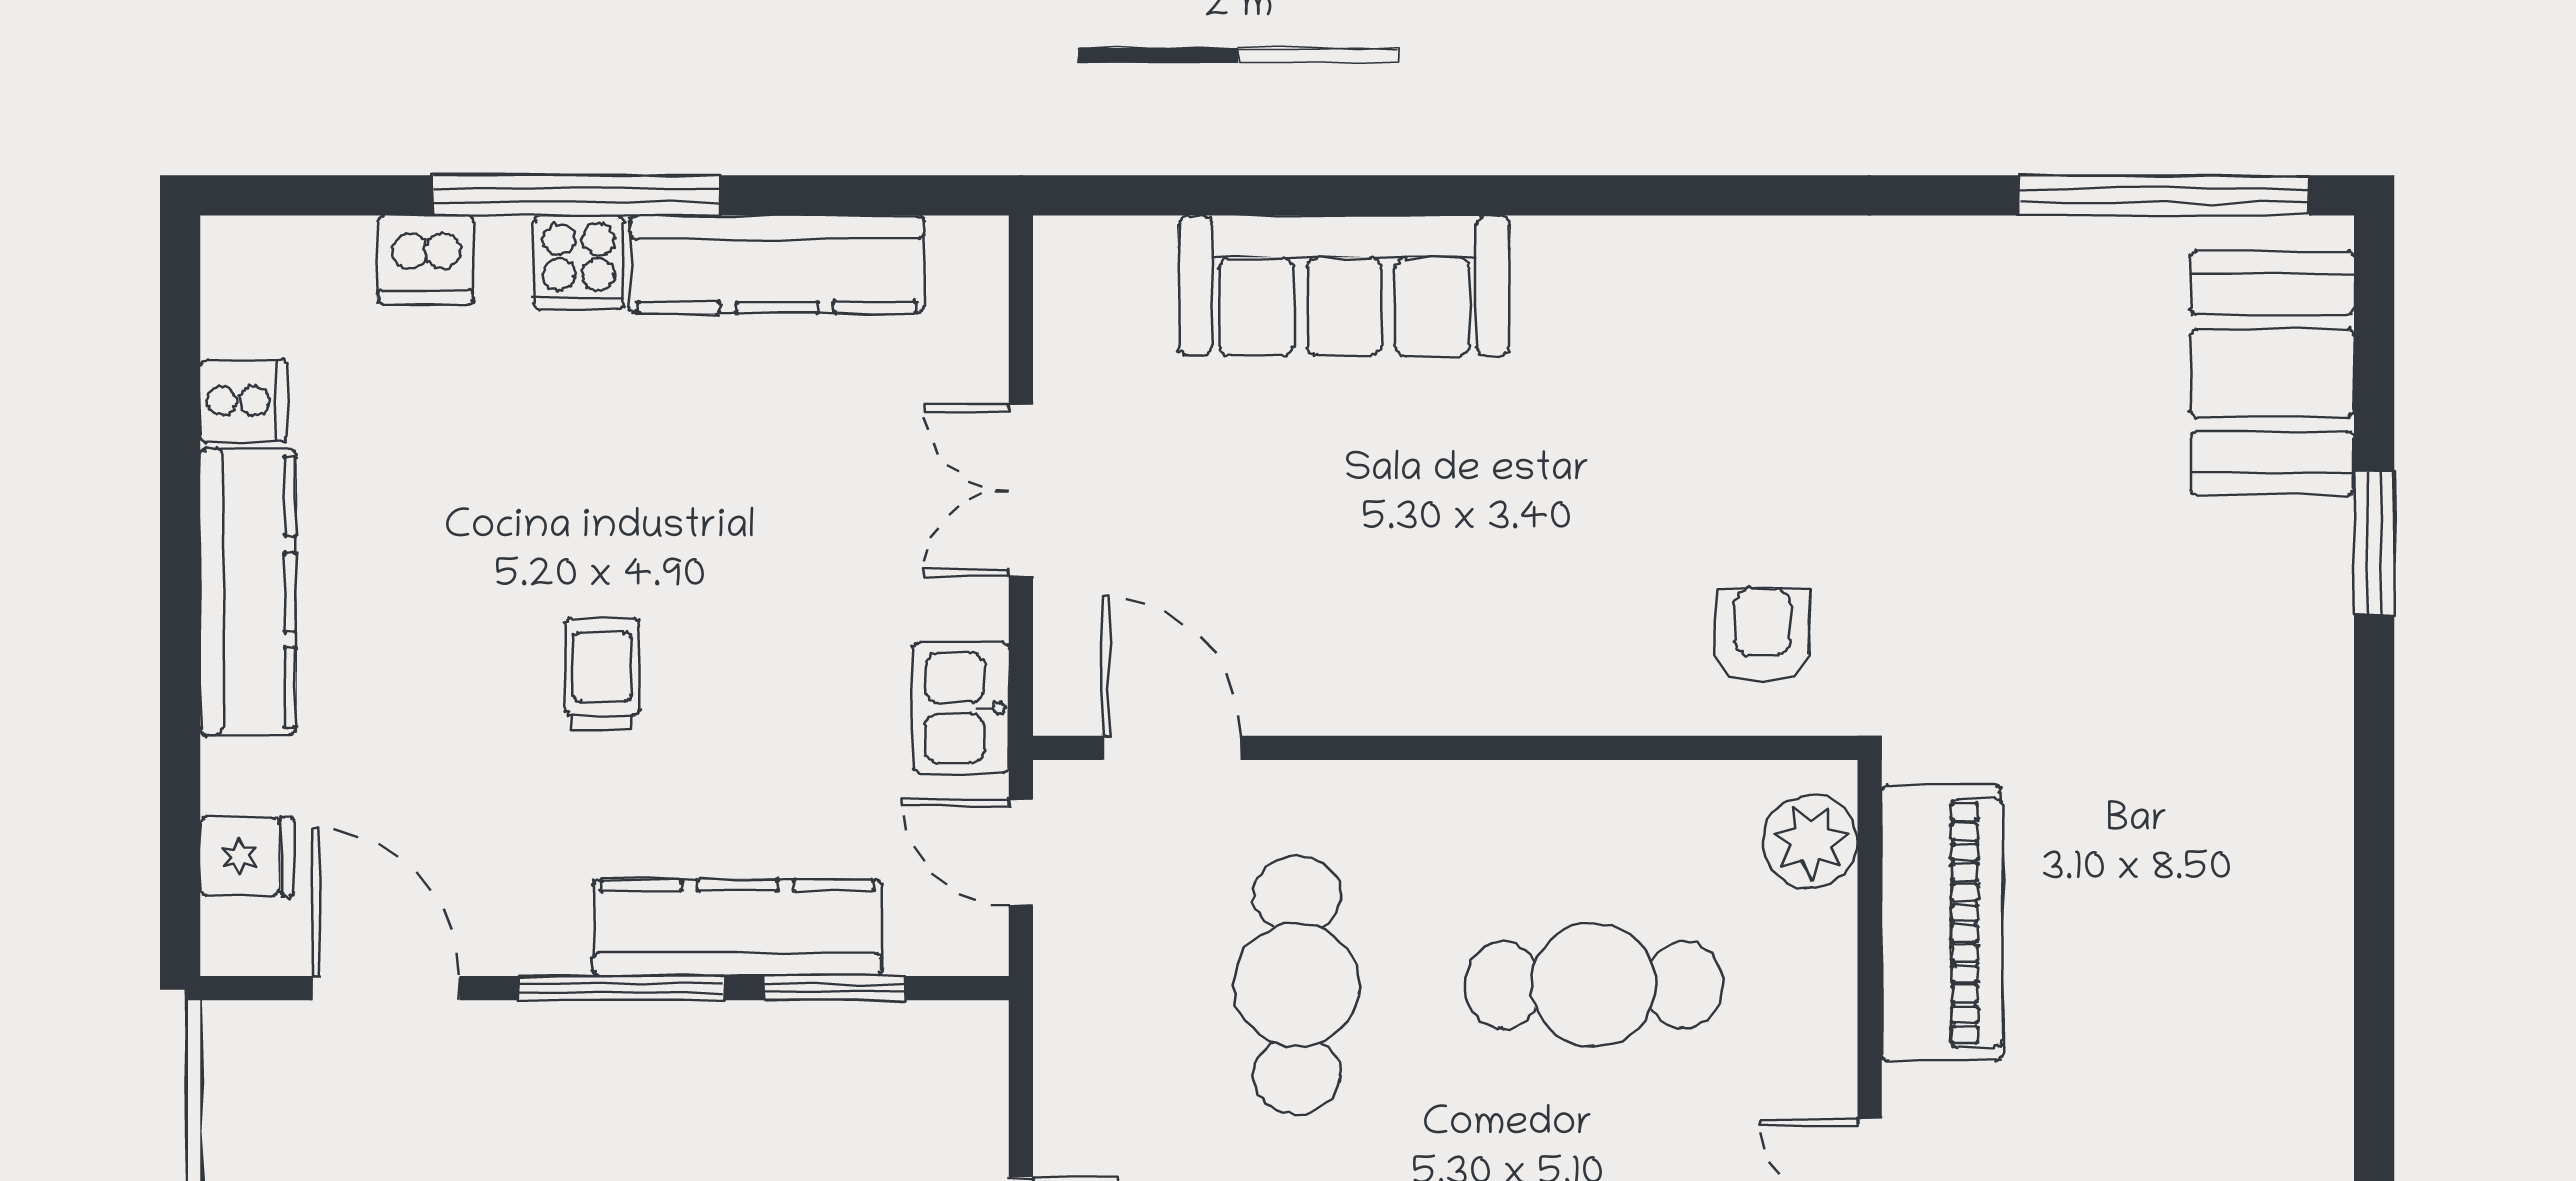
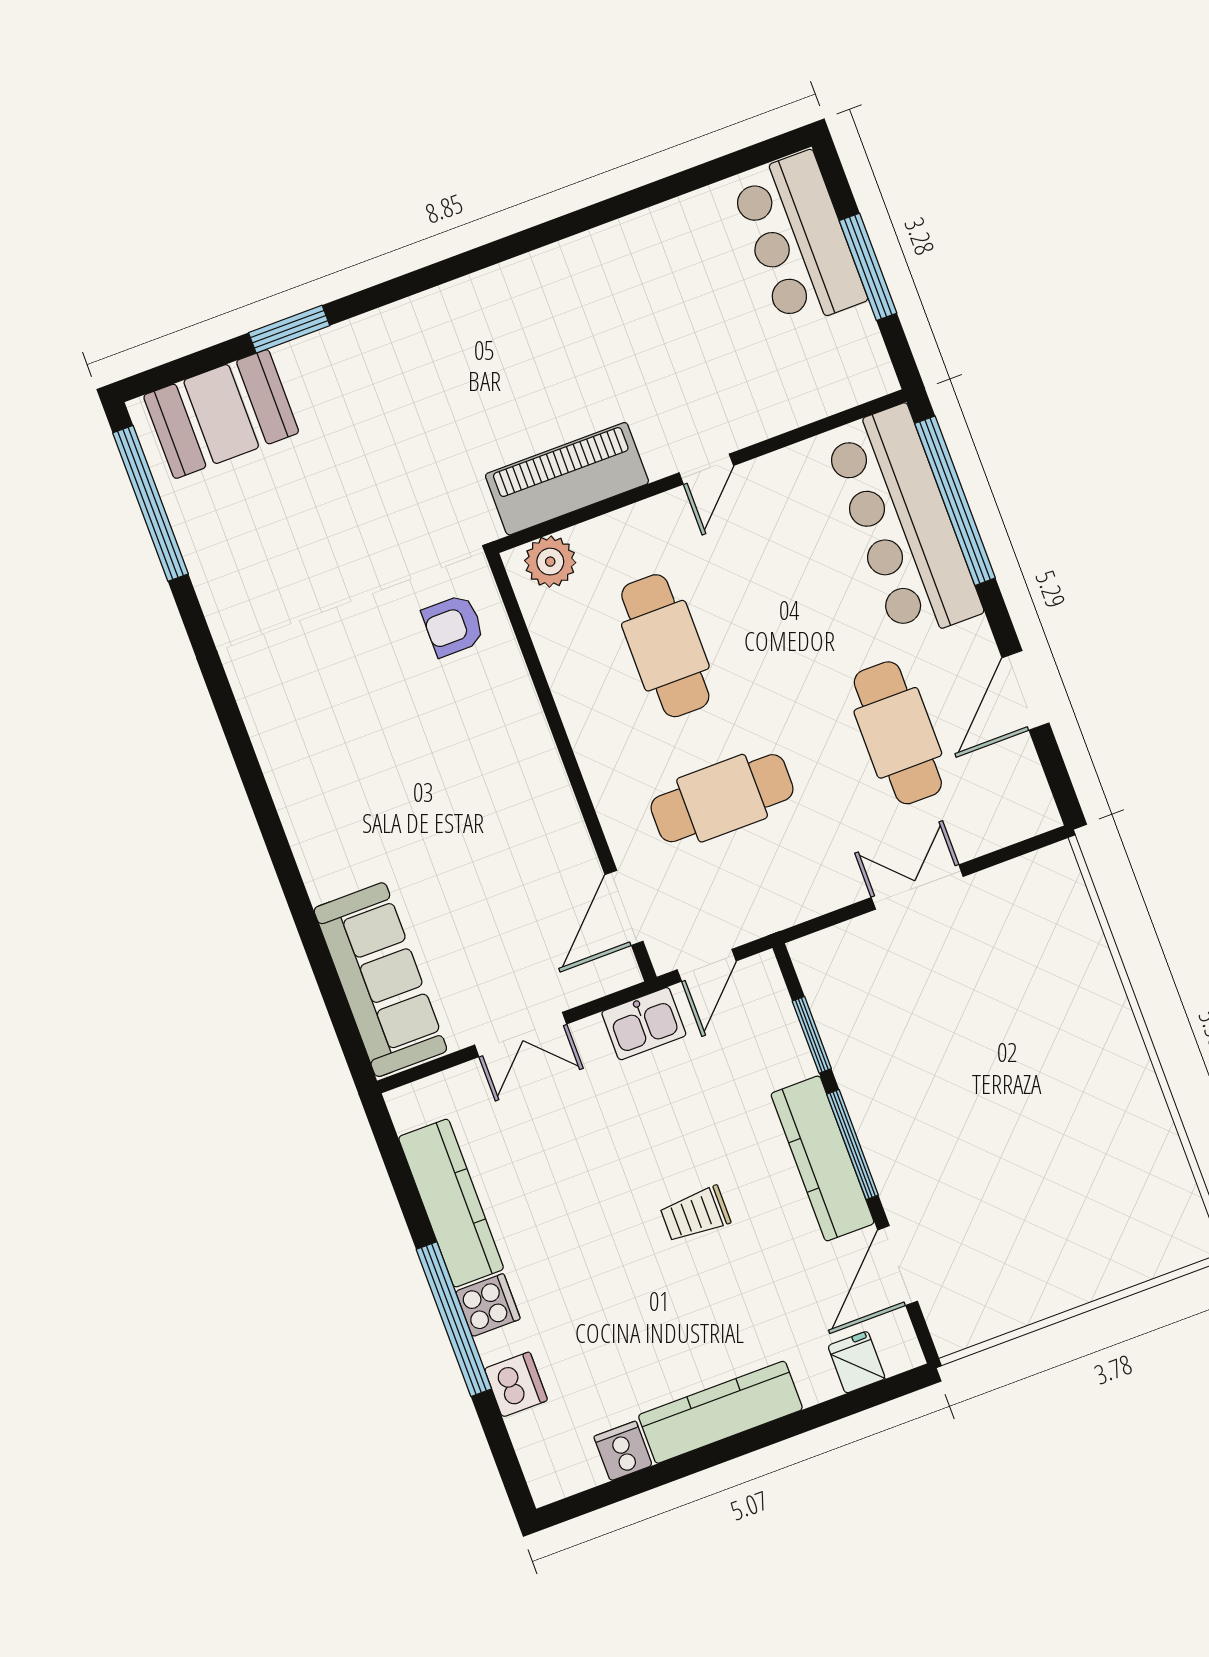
sofa: (1344, 286) -> (380, 980), moved
kitchen counter: (737, 928) -> (823, 1158), moved

